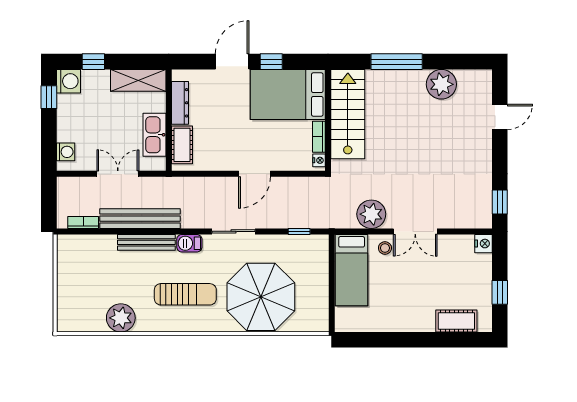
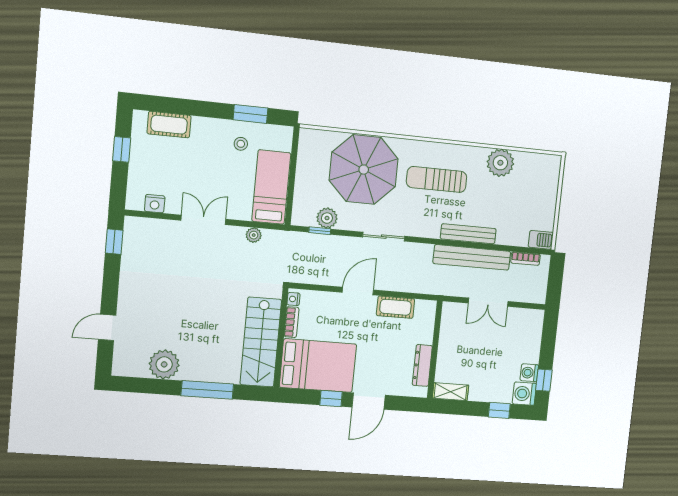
shelving: (138, 80) -> (451, 392), width x0.67, depth x0.75
kitchen sink: (155, 135) -> (450, 337), removed
cot: (182, 145) -> (396, 307), moved, turned 90
washing machine: (66, 152) -> (529, 373), moved
plant: (371, 214) -> (254, 235), width x0.53, depth x0.53
barbecue: (189, 243) -> (541, 240), moved
nightstand: (483, 244) -> (155, 204), moved, turned -90
plant: (293, 245) -> (327, 218), added
stool: (385, 248) -> (241, 144), moved
window: (378, 340) -> (251, 114), added

